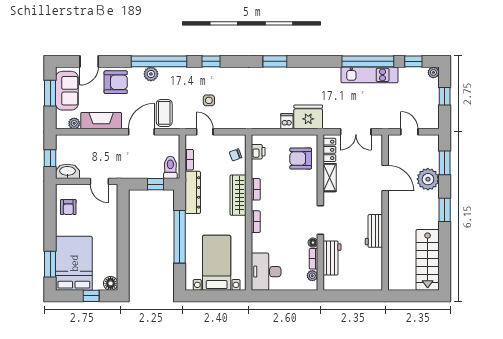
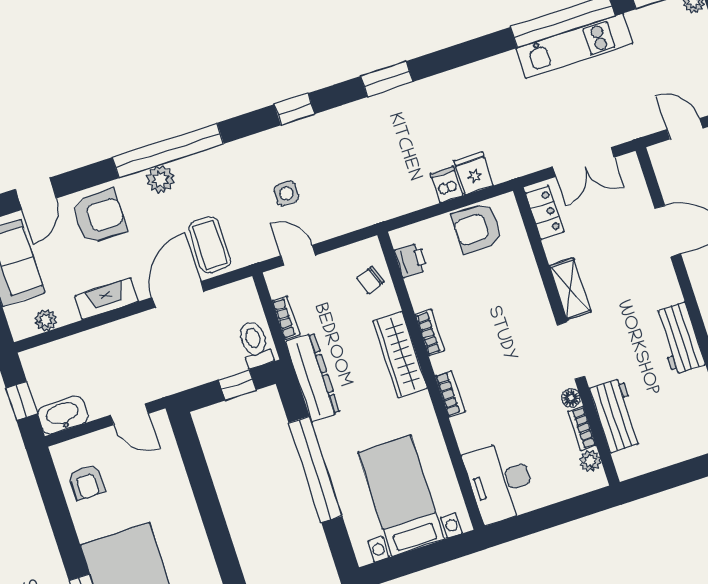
window: (211, 61) -> (295, 109), moved
fridge: (308, 117) -> (474, 173), width x0.53, depth x0.75
fireplace: (101, 121) -> (107, 299), width x0.73, depth x0.76
armchair: (301, 159) -> (477, 228), moved
shelving: (330, 178) -> (570, 289), moved

